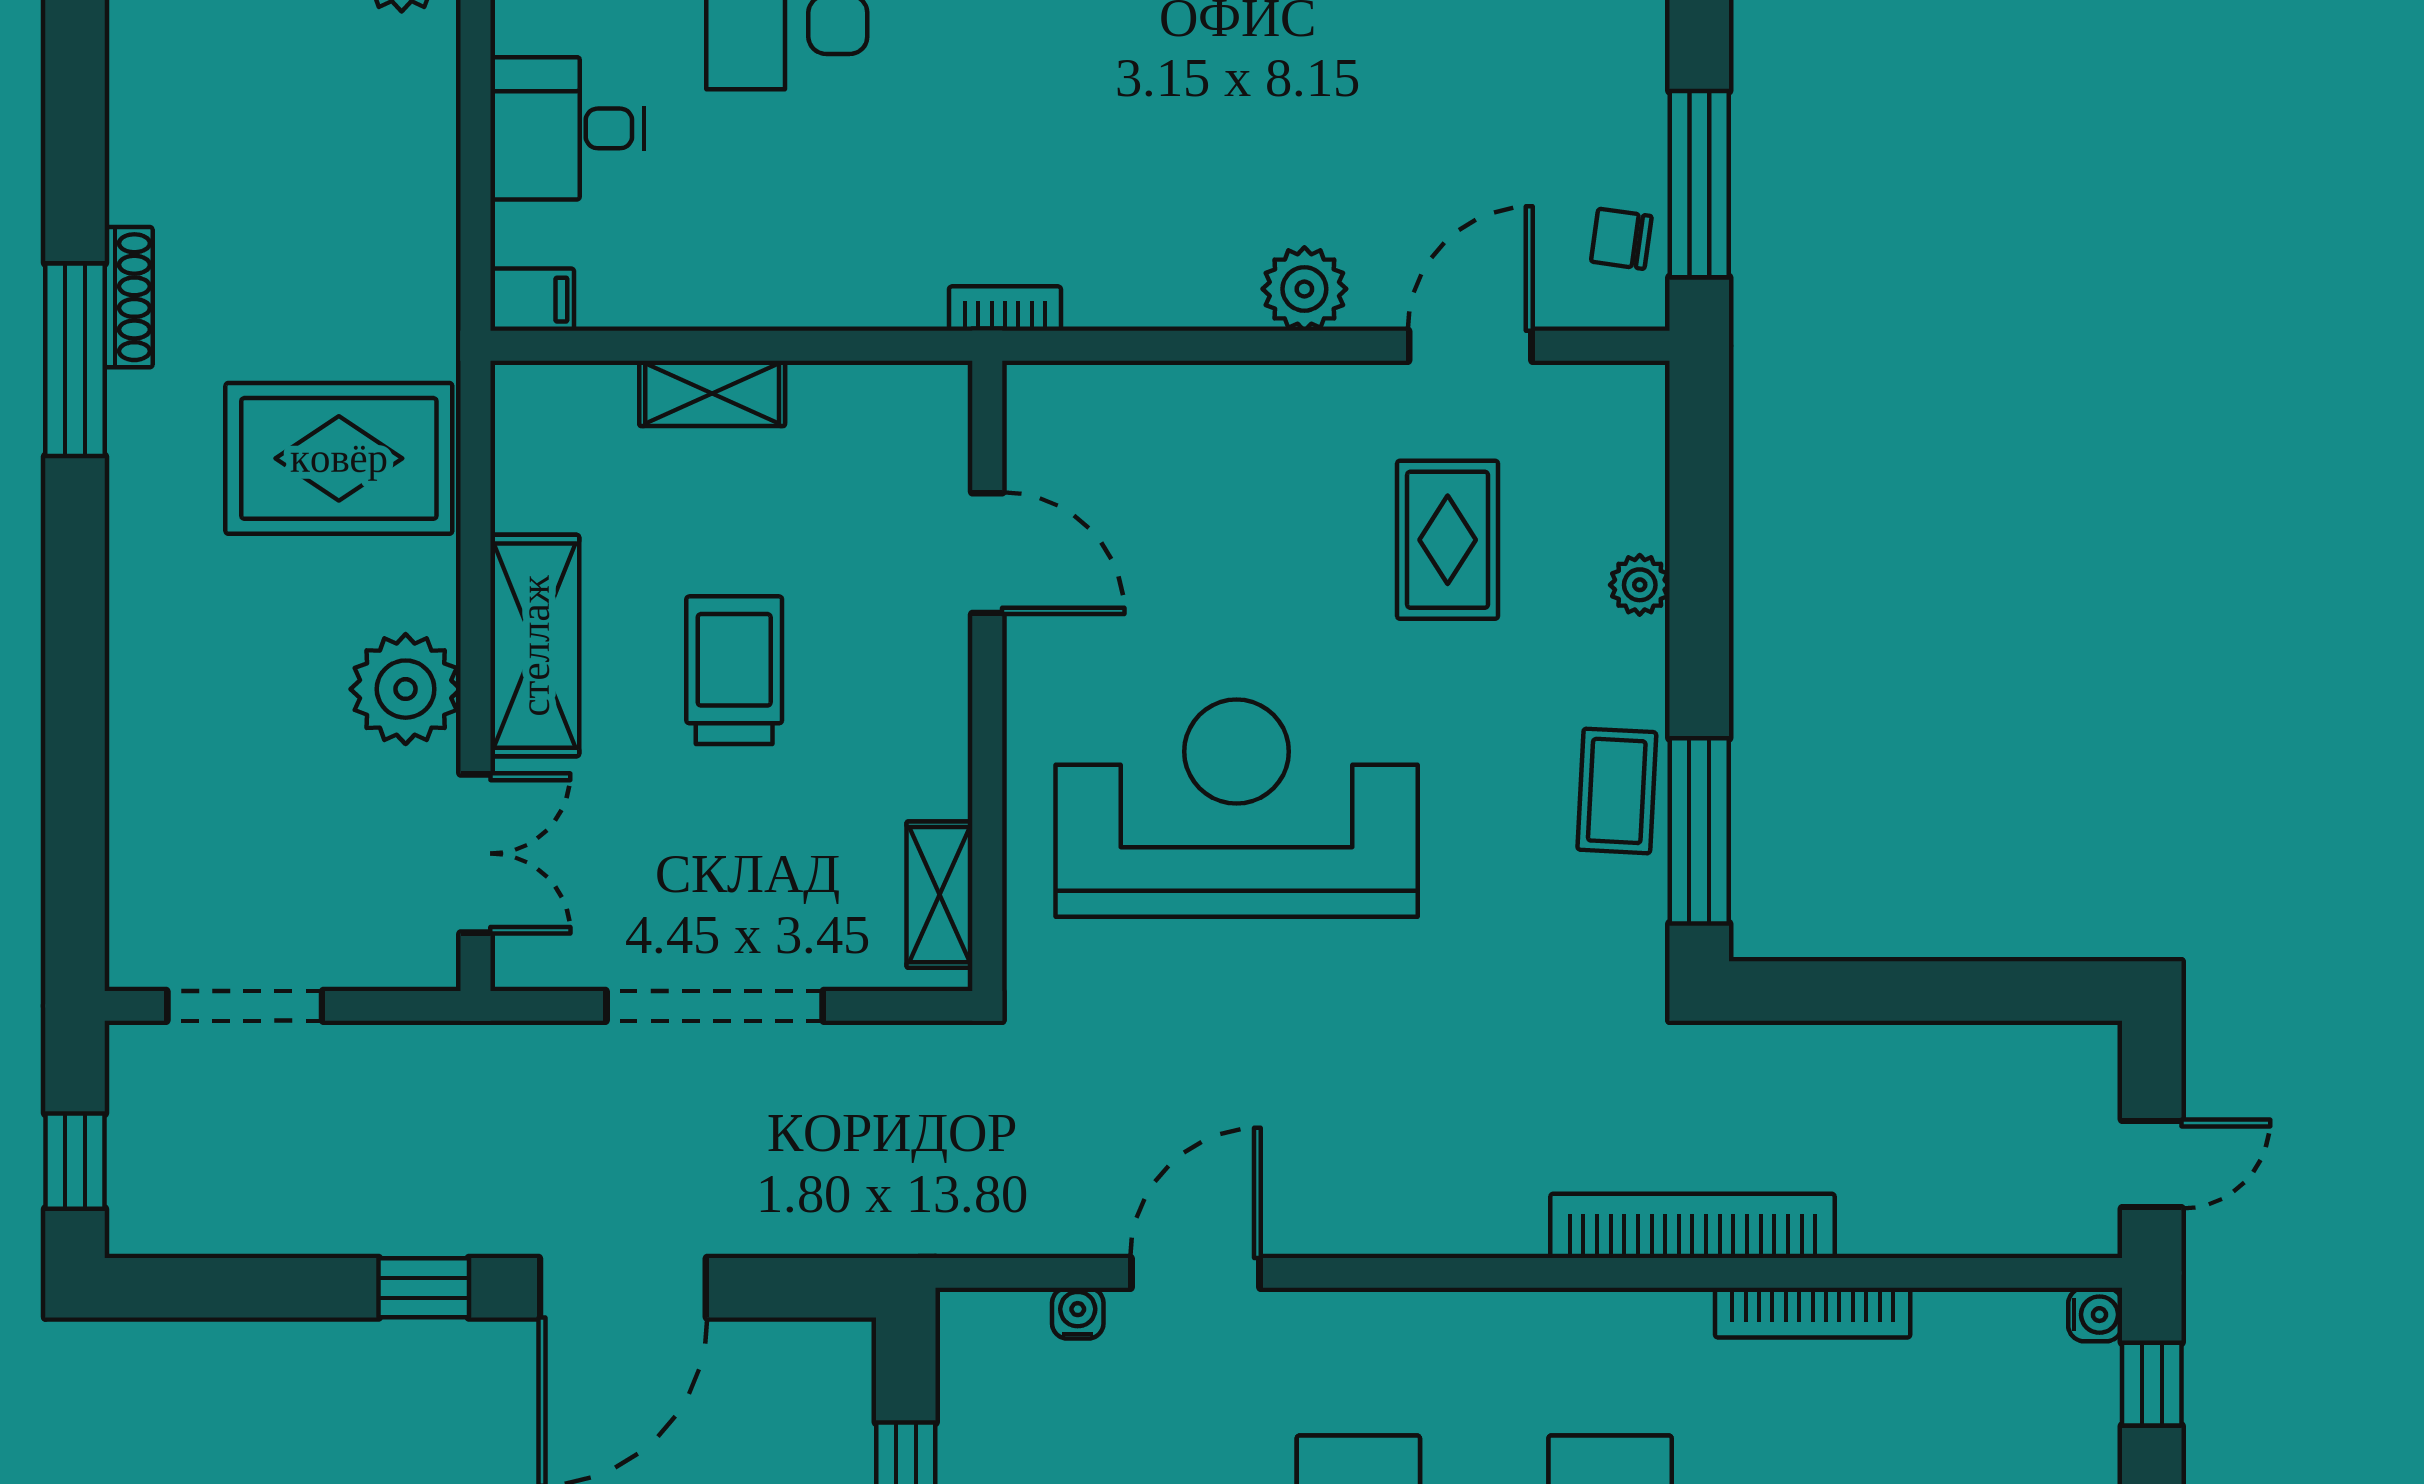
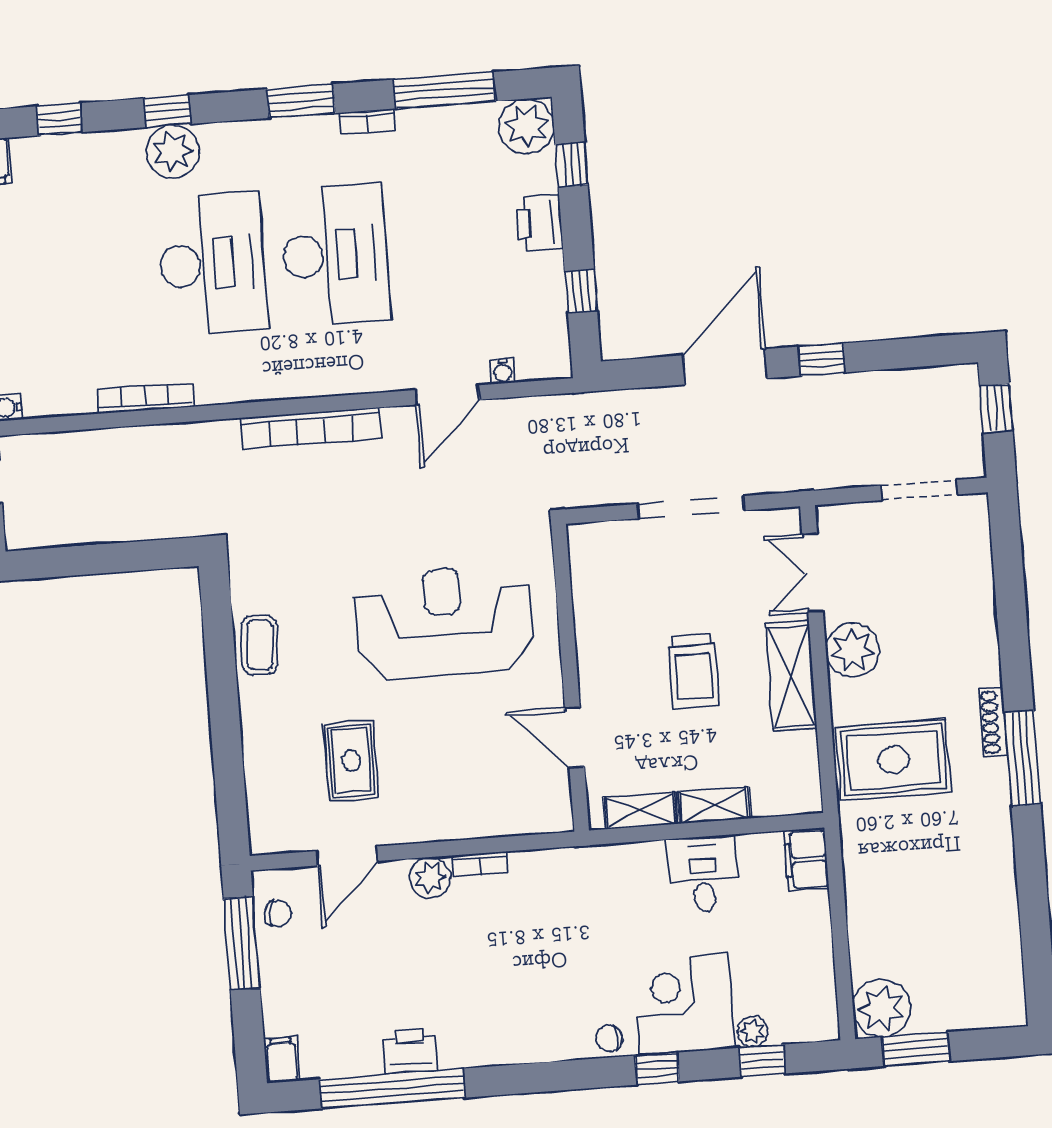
desk: (567, 128) -> (703, 874), moved, turned -90
shoe rack: (129, 297) -> (994, 722), moved
filing cabinet: (532, 300) -> (806, 859), width x2.00
bookcase: (1005, 309) -> (480, 864), moved
window: (75, 360) -> (1022, 758), moved
plant: (1640, 585) -> (256, 746), removed
reception desk: (1237, 808) -> (444, 623), turned 180
window: (1699, 831) -> (218, 628), removed
shelving: (939, 895) -> (640, 811), moved, turned 90
bookcase: (1692, 1226) -> (310, 428), moved

